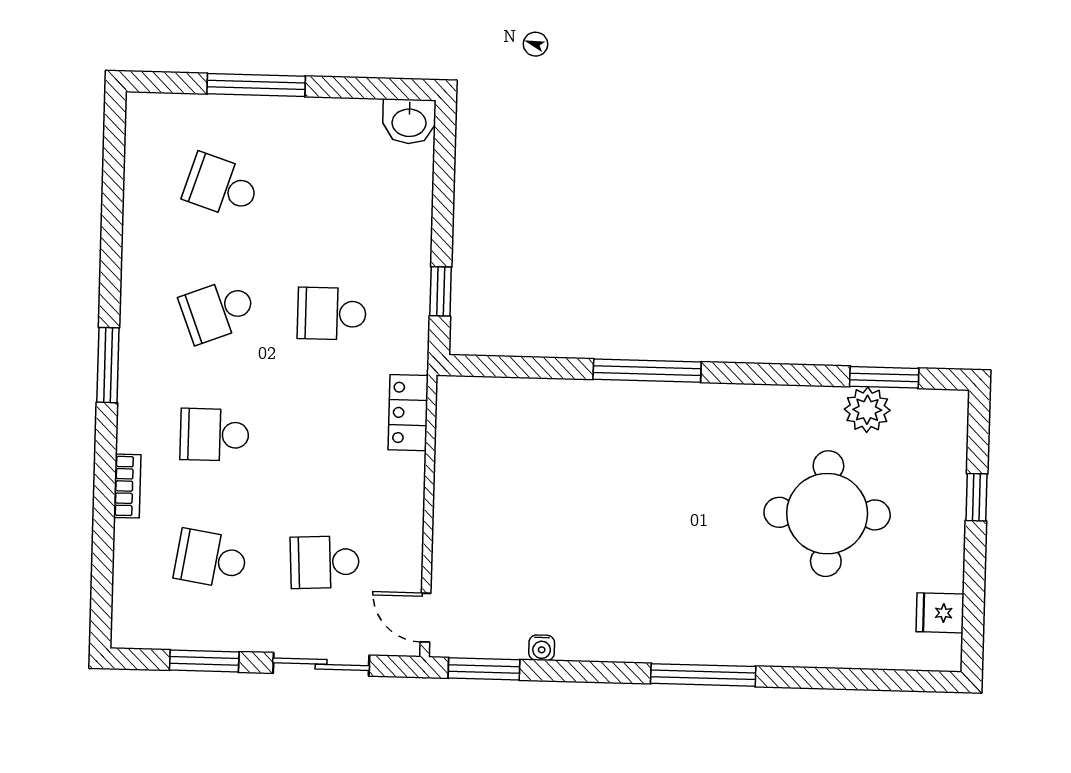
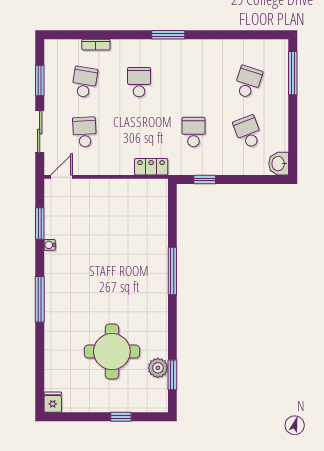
window: (256, 85) -> (293, 73), moved
school desk: (218, 310) -> (248, 132), moved
bookcase: (127, 486) -> (96, 45), moved
fridge: (940, 613) -> (53, 402), moved
water cooler: (542, 648) -> (50, 245), moved
window: (484, 669) -> (40, 223), moved

